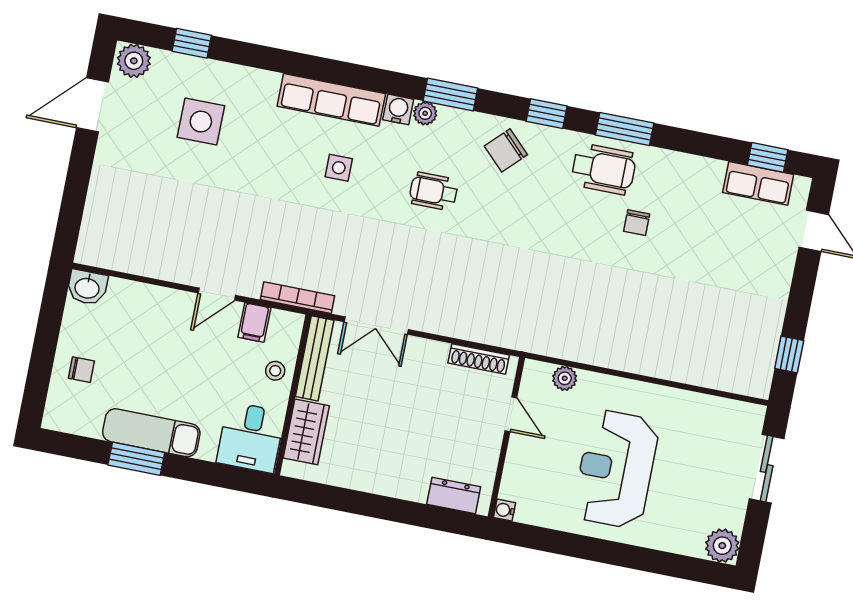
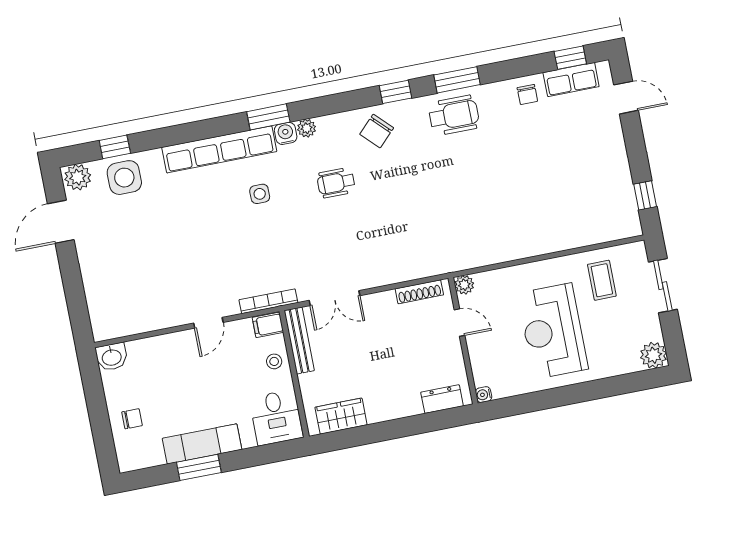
window: (450, 95) -> (268, 117), moved
row of seats: (331, 100) -> (219, 149), width x1.36
side table: (201, 122) -> (124, 178), moved
chair: (637, 223) -> (527, 94), moved
filing cabinet: (254, 322) -> (268, 325), moved, turned 90
plant: (565, 378) -> (464, 285), moved
wardrobe: (306, 432) -> (341, 416), moved, turned -90
coffee table: (698, 433) -> (602, 280), added

